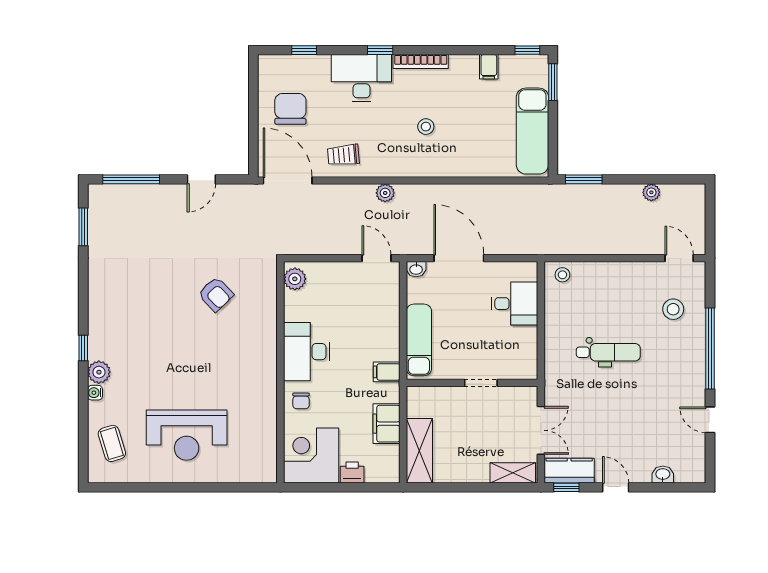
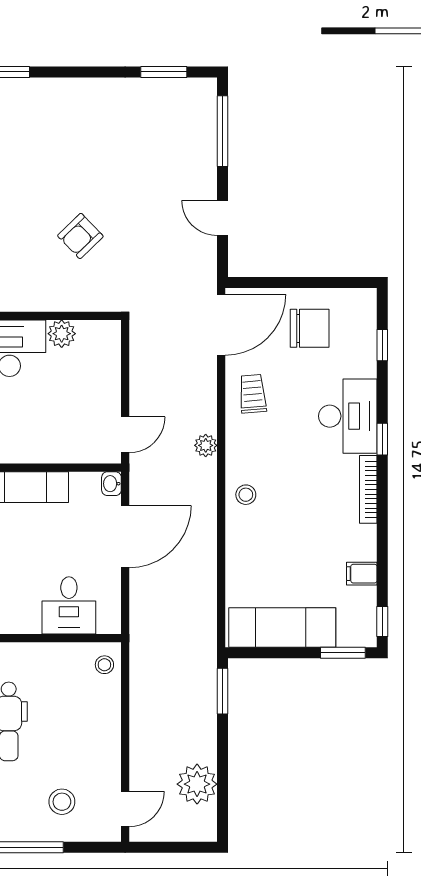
stool: (426, 127) -> (246, 495), moved
plant: (651, 192) -> (197, 784), width x1.87, depth x1.87
plant: (295, 279) -> (62, 334), moved

